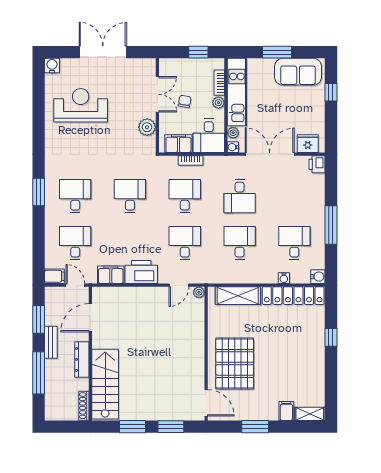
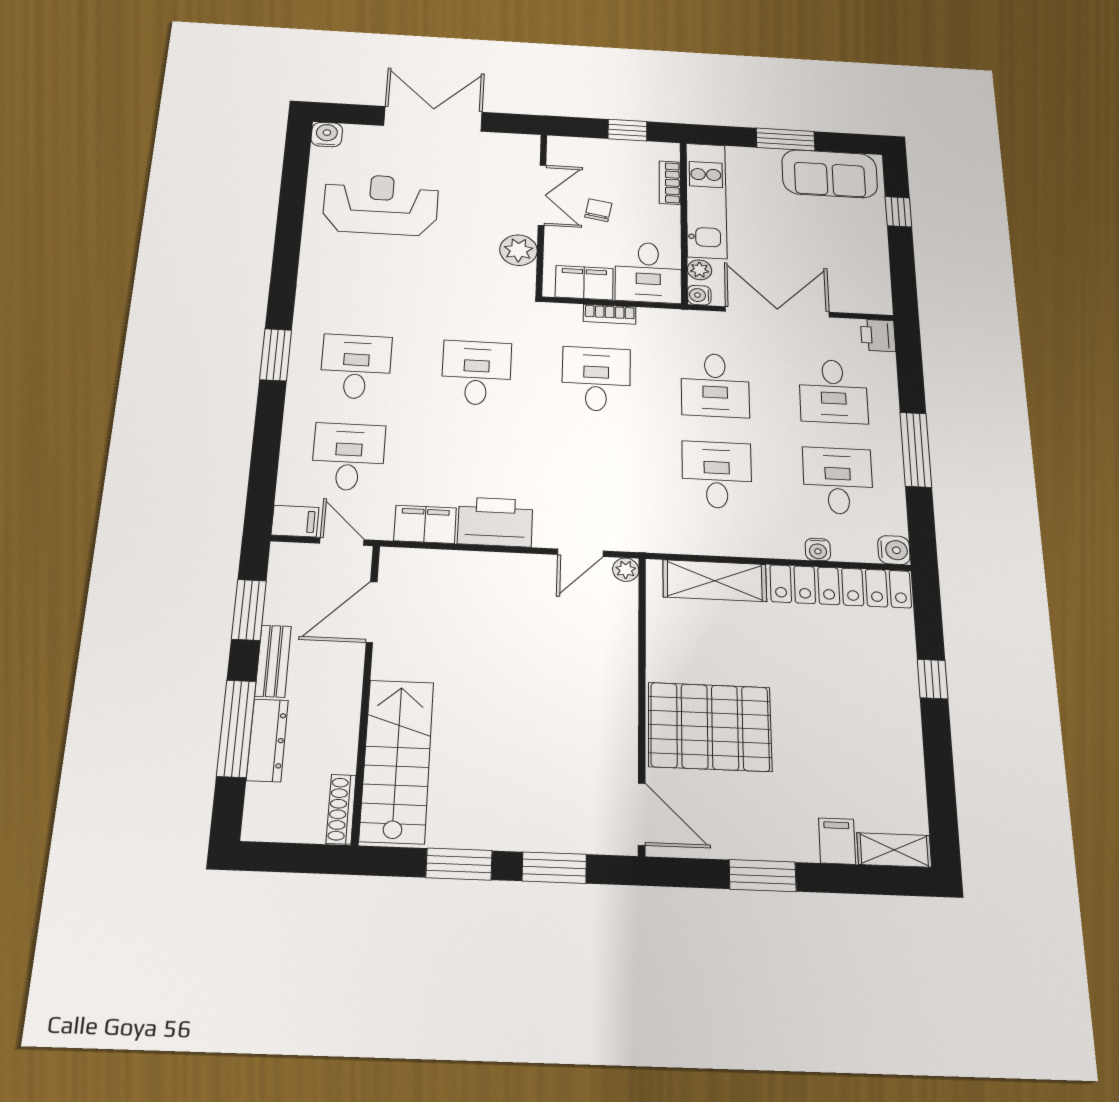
plant: (218, 103) -> (668, 216), removed
fridge: (308, 144) -> (857, 297), removed
desk: (185, 243) -> (833, 391), moved, turned 180
dresser: (82, 359) -> (267, 740), moved, turned 180
pallet: (235, 363) -> (710, 727), turned 90

